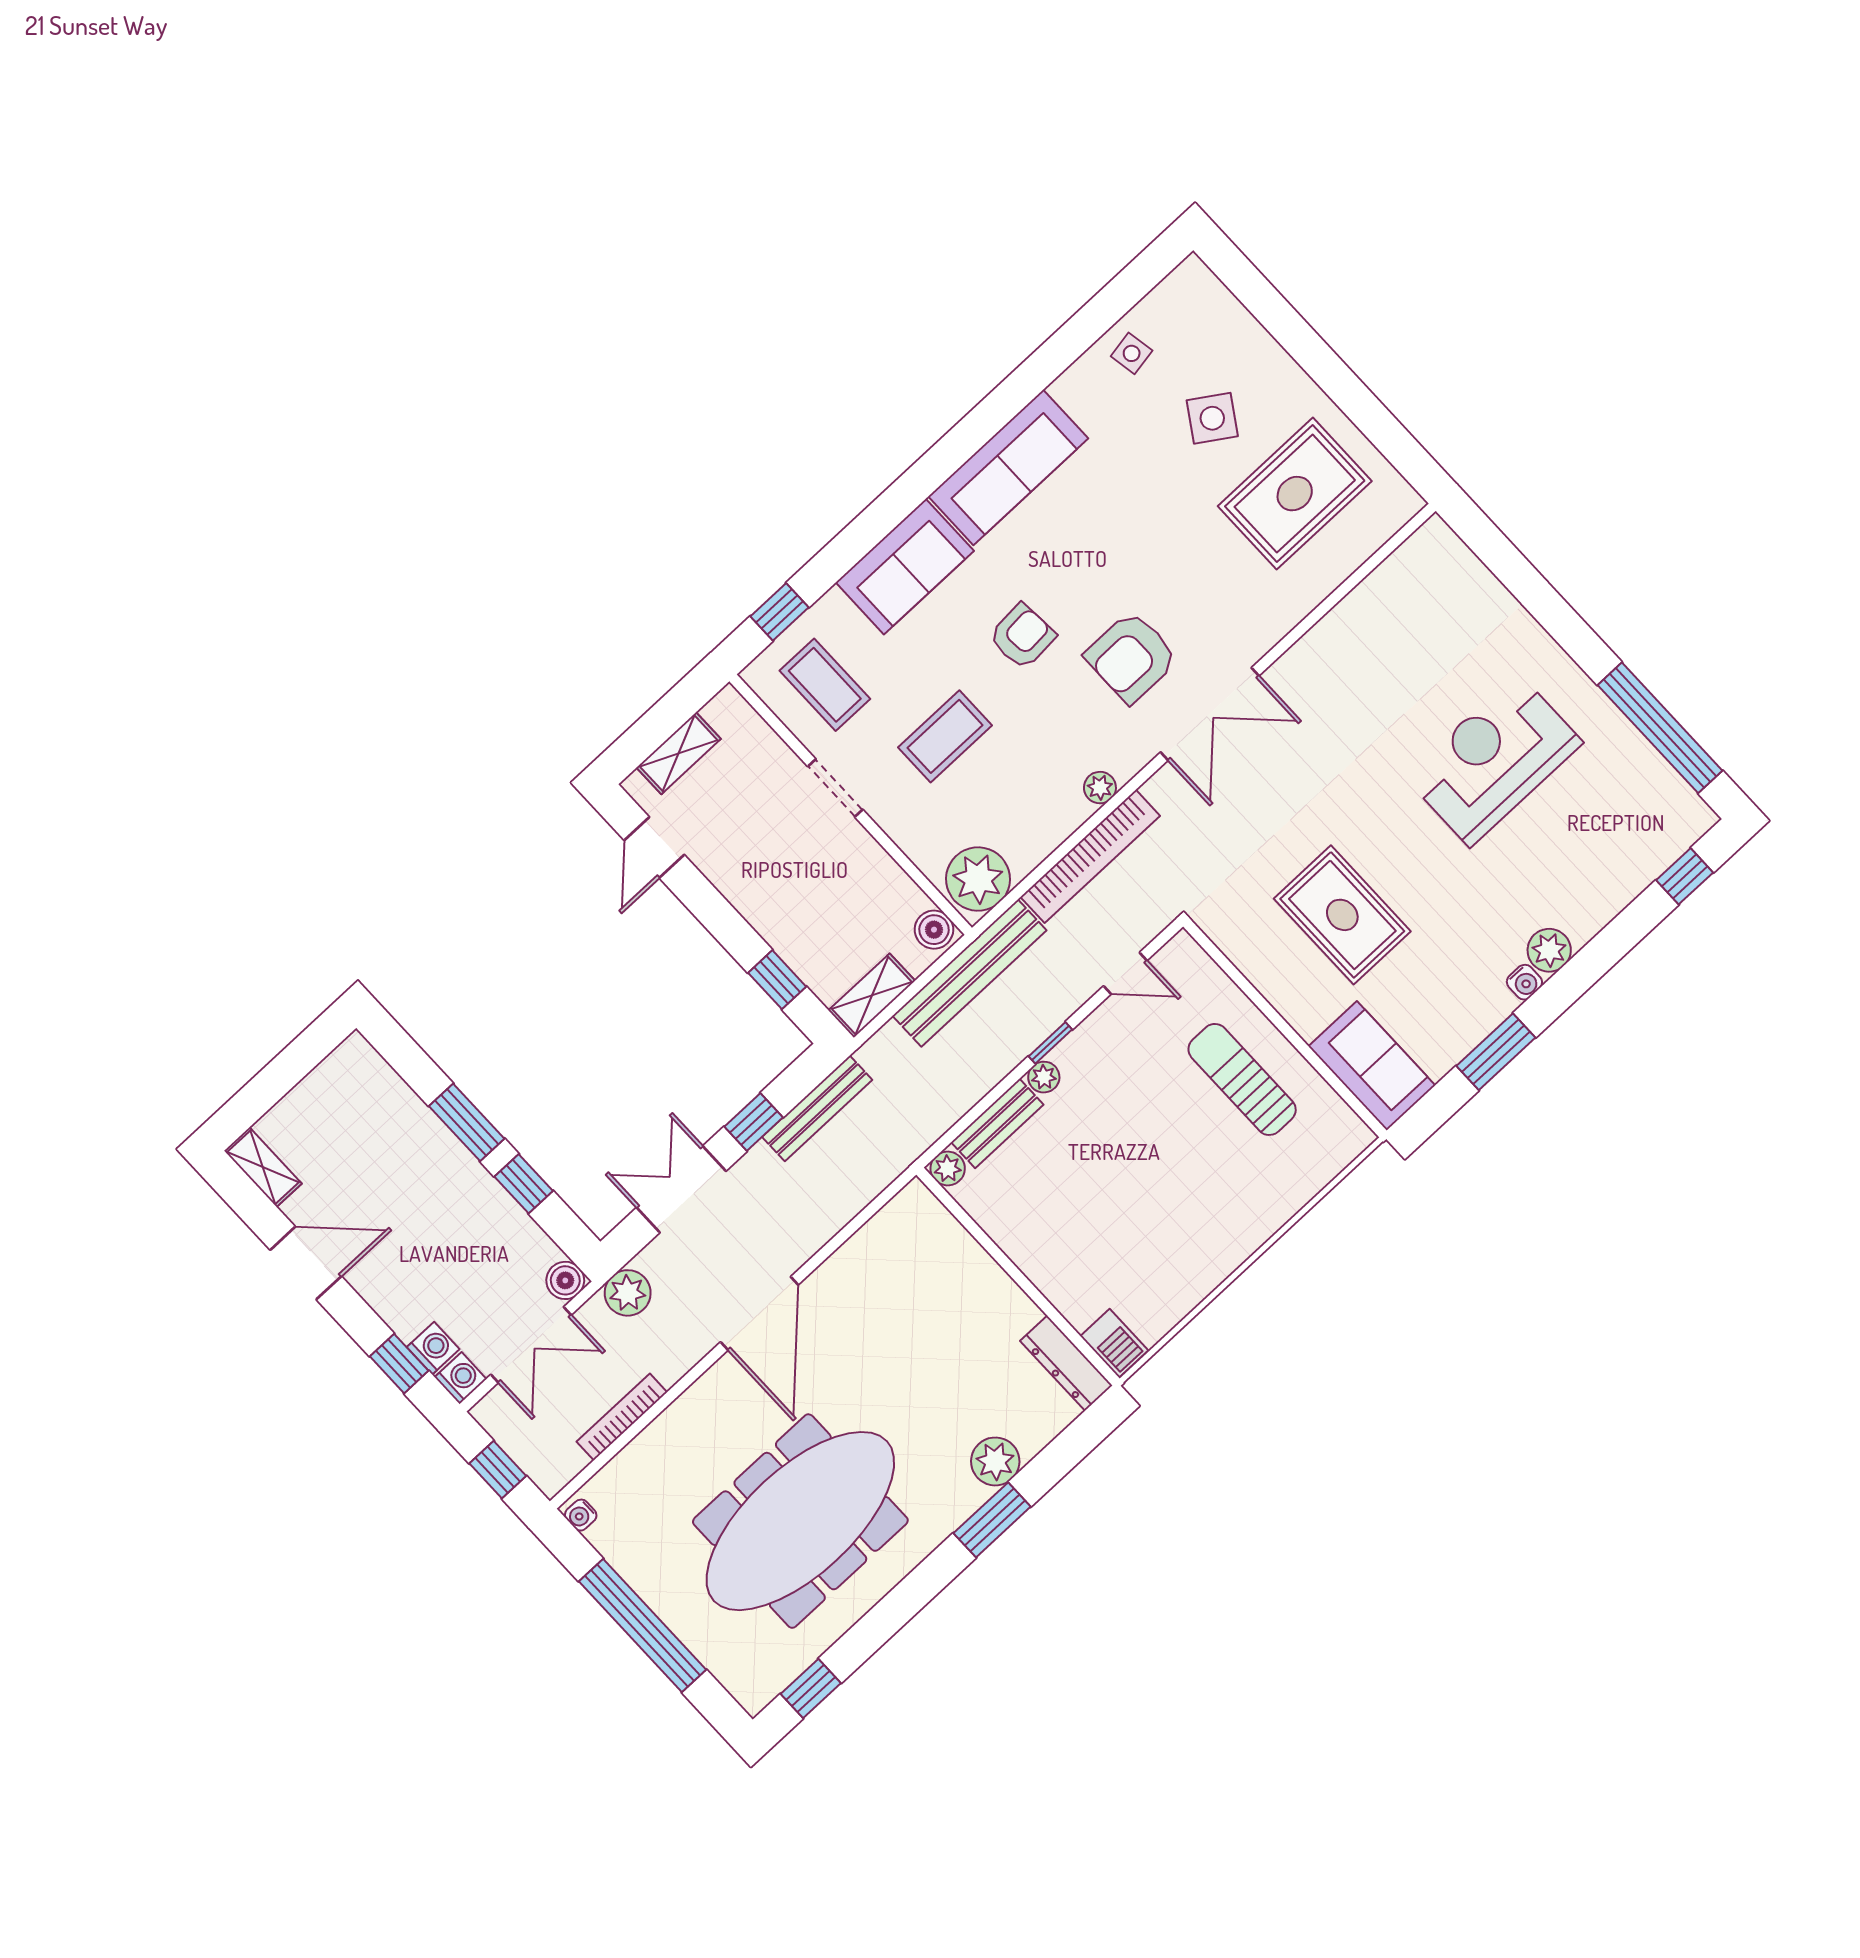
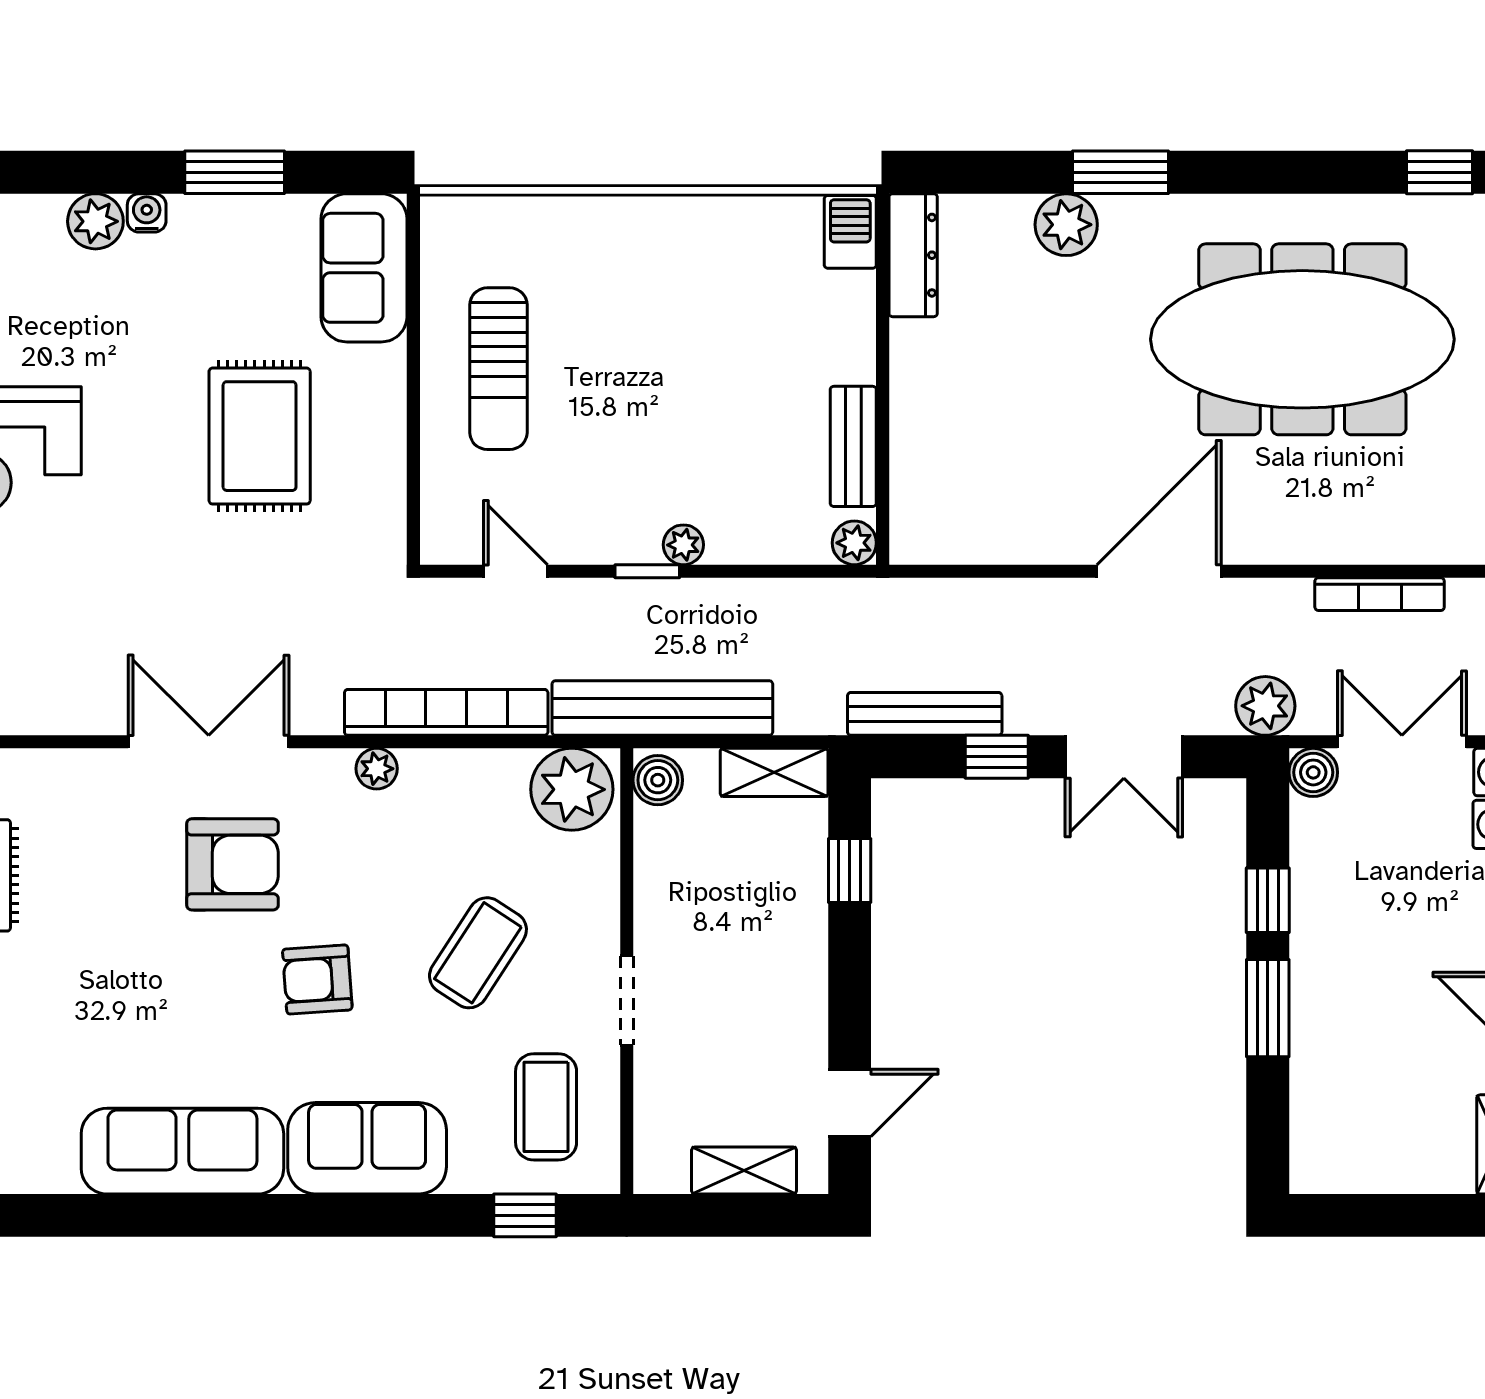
coffee table: (945, 736) -> (478, 953), turned -57
bench: (997, 1123) -> (853, 446), moved, turned 90

